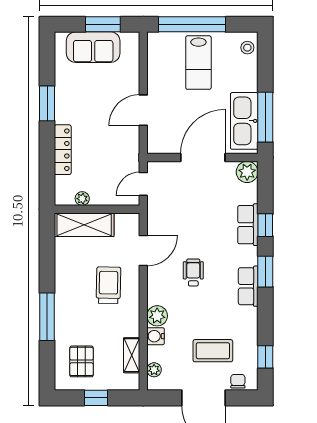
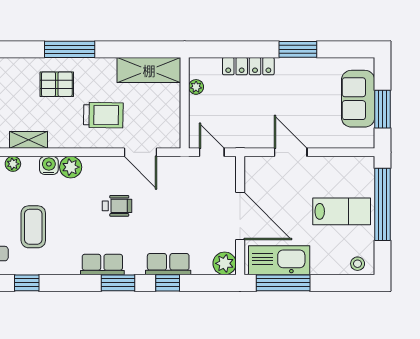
lab bench: (198, 63) -> (342, 211), turned 180
shelving: (84, 225) -> (149, 70), moved, turned 90
pallet: (82, 361) -> (57, 84), moved

